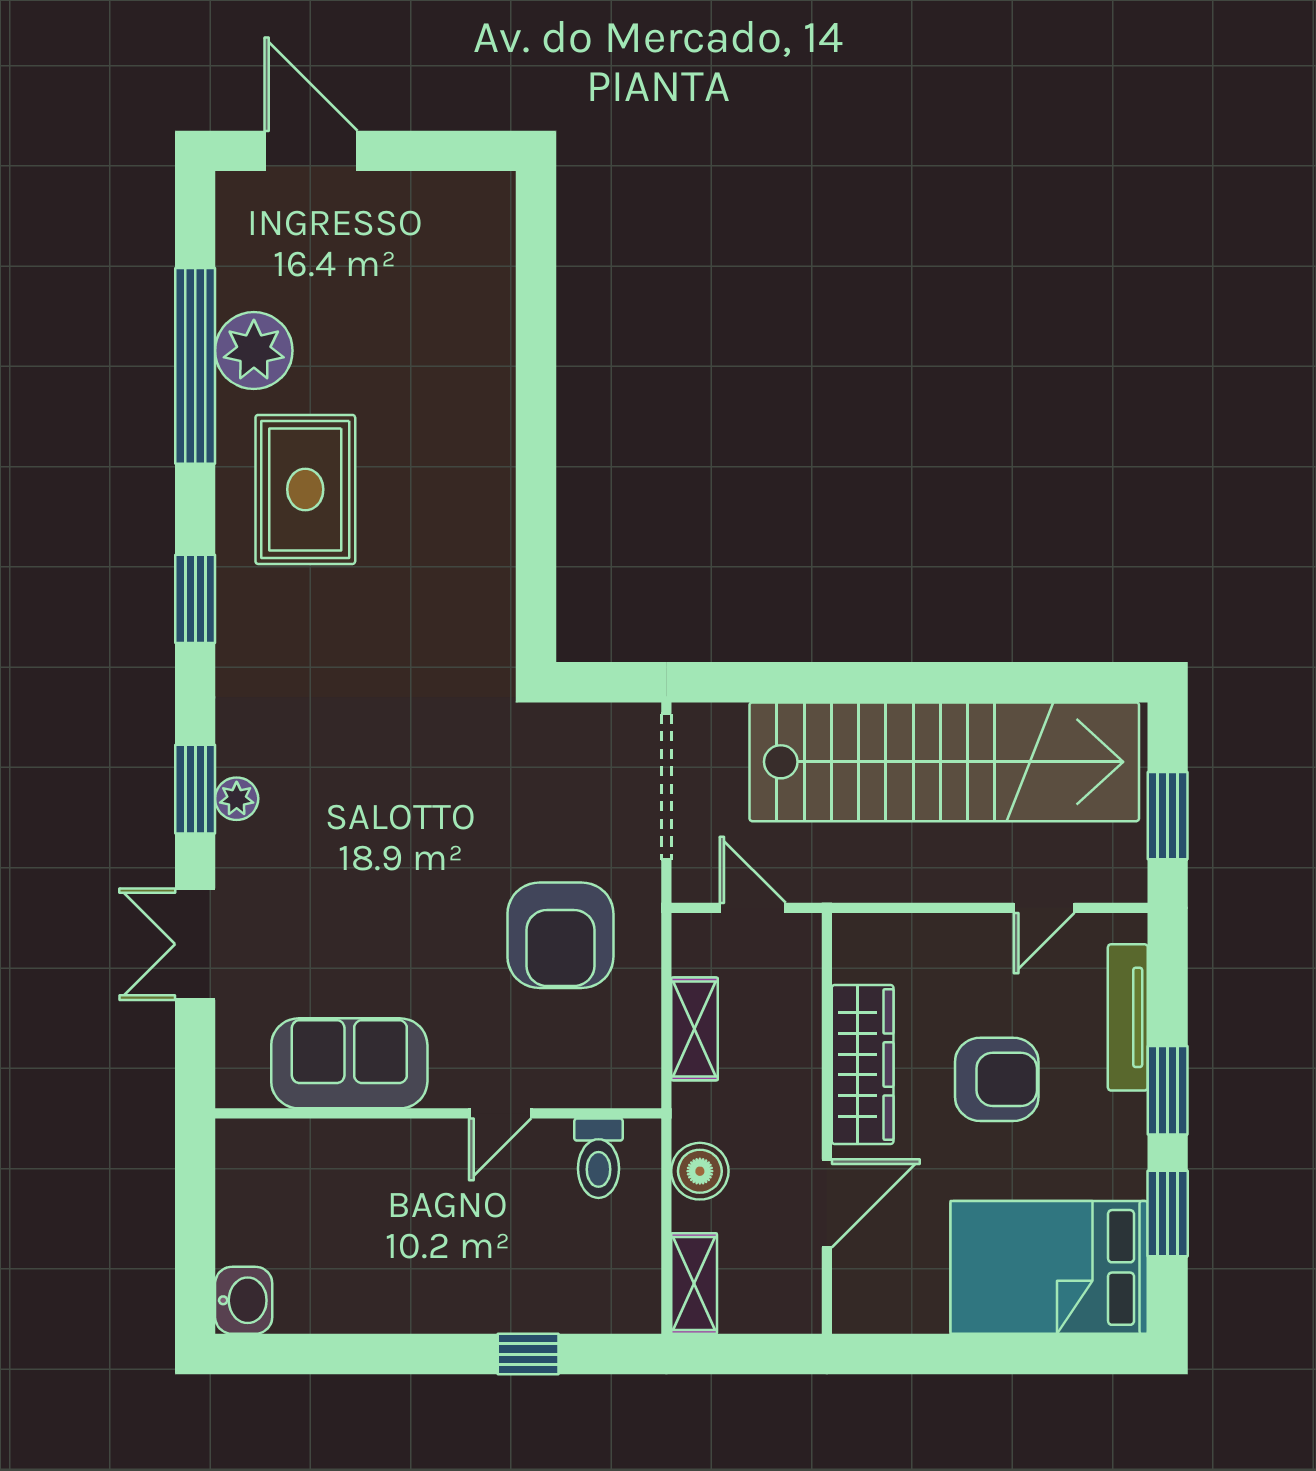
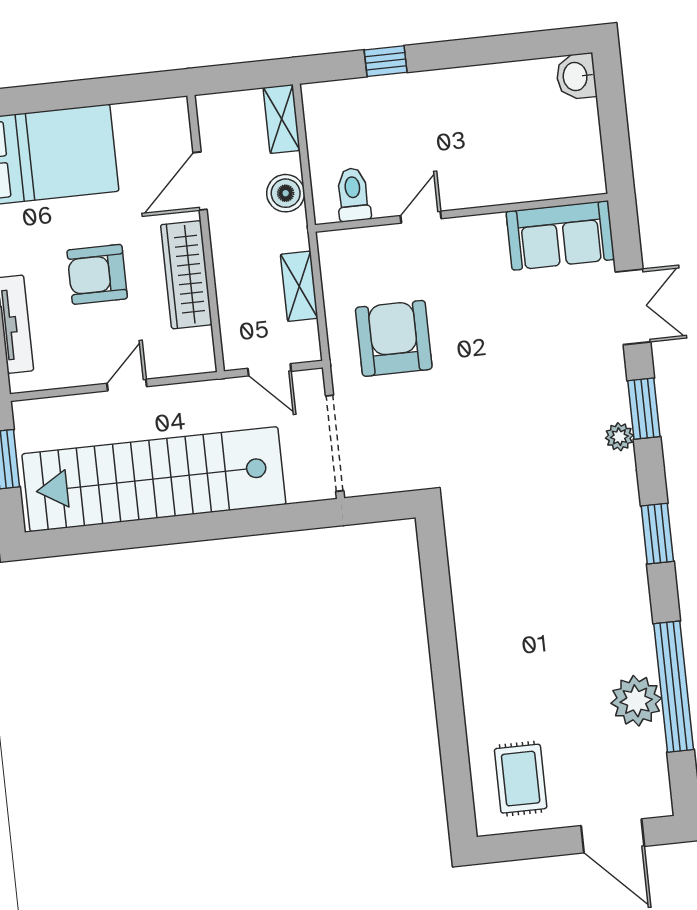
rug: (305, 489) -> (521, 779), moved, width x0.73, depth x0.70
plant: (237, 799) -> (619, 437), moved
door: (1044, 908) -> (127, 385), moved
sofa: (349, 1063) -> (560, 235), moved

